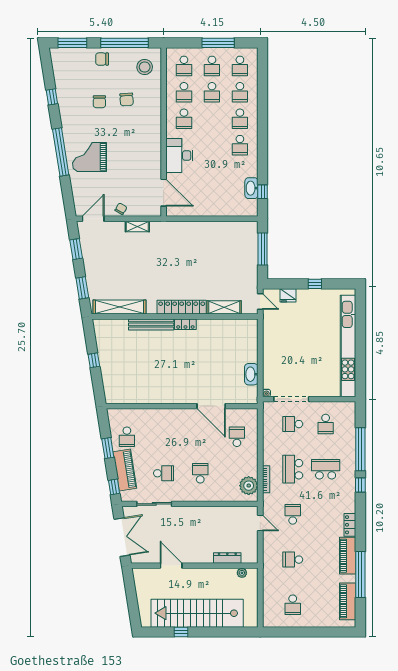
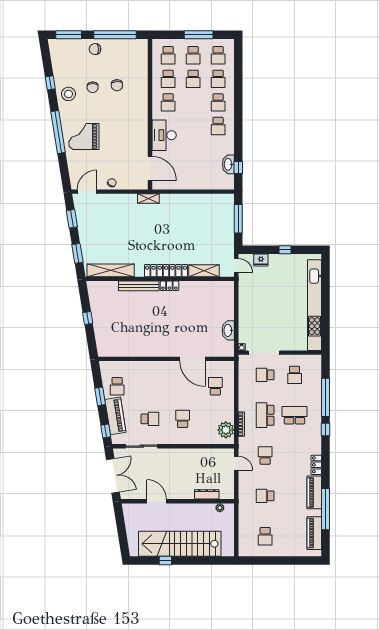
stool: (145, 67) -> (69, 94), moved
shelving: (137, 226) -> (148, 199), moved

